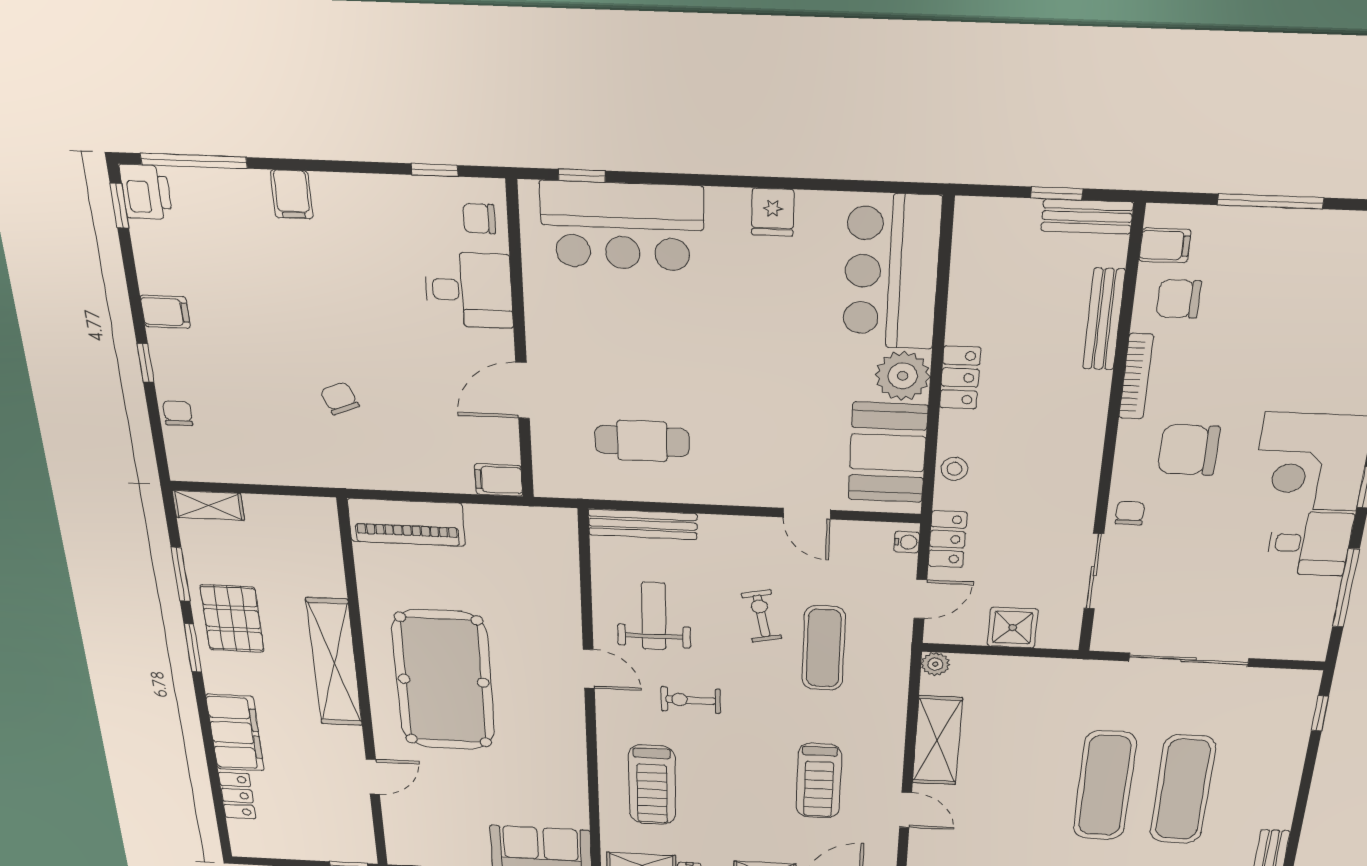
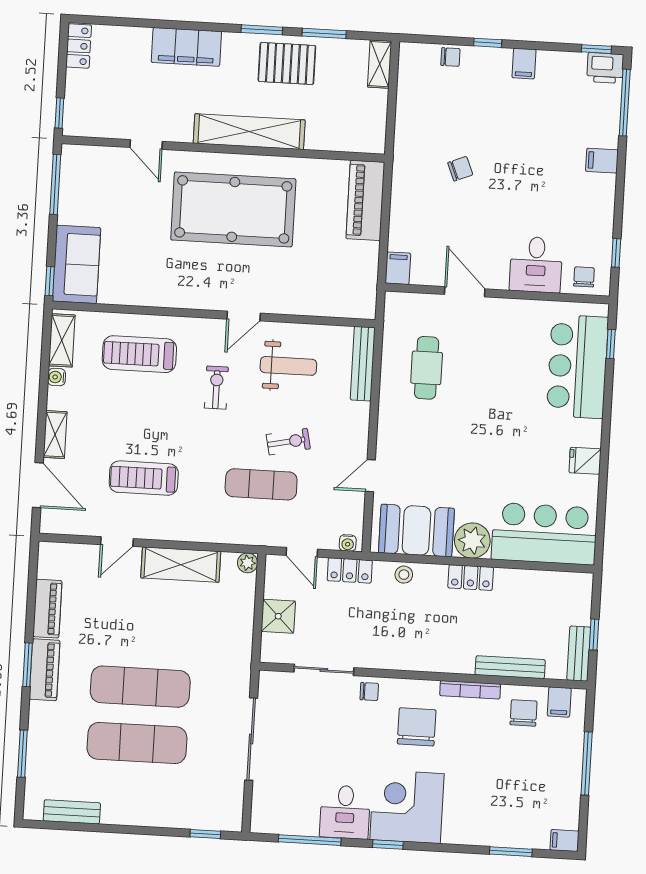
locker: (237, 796) -> (79, 46), moved, turned -90

